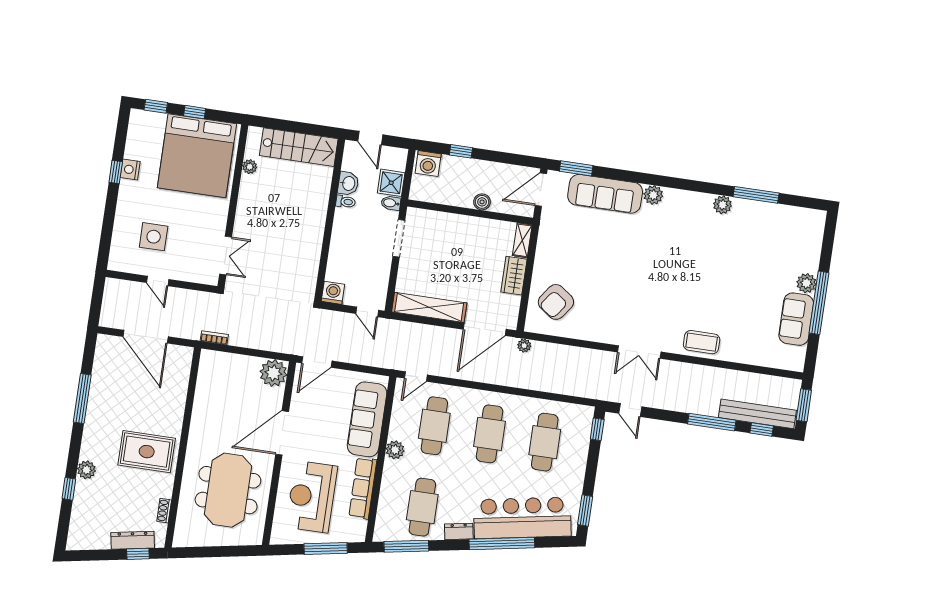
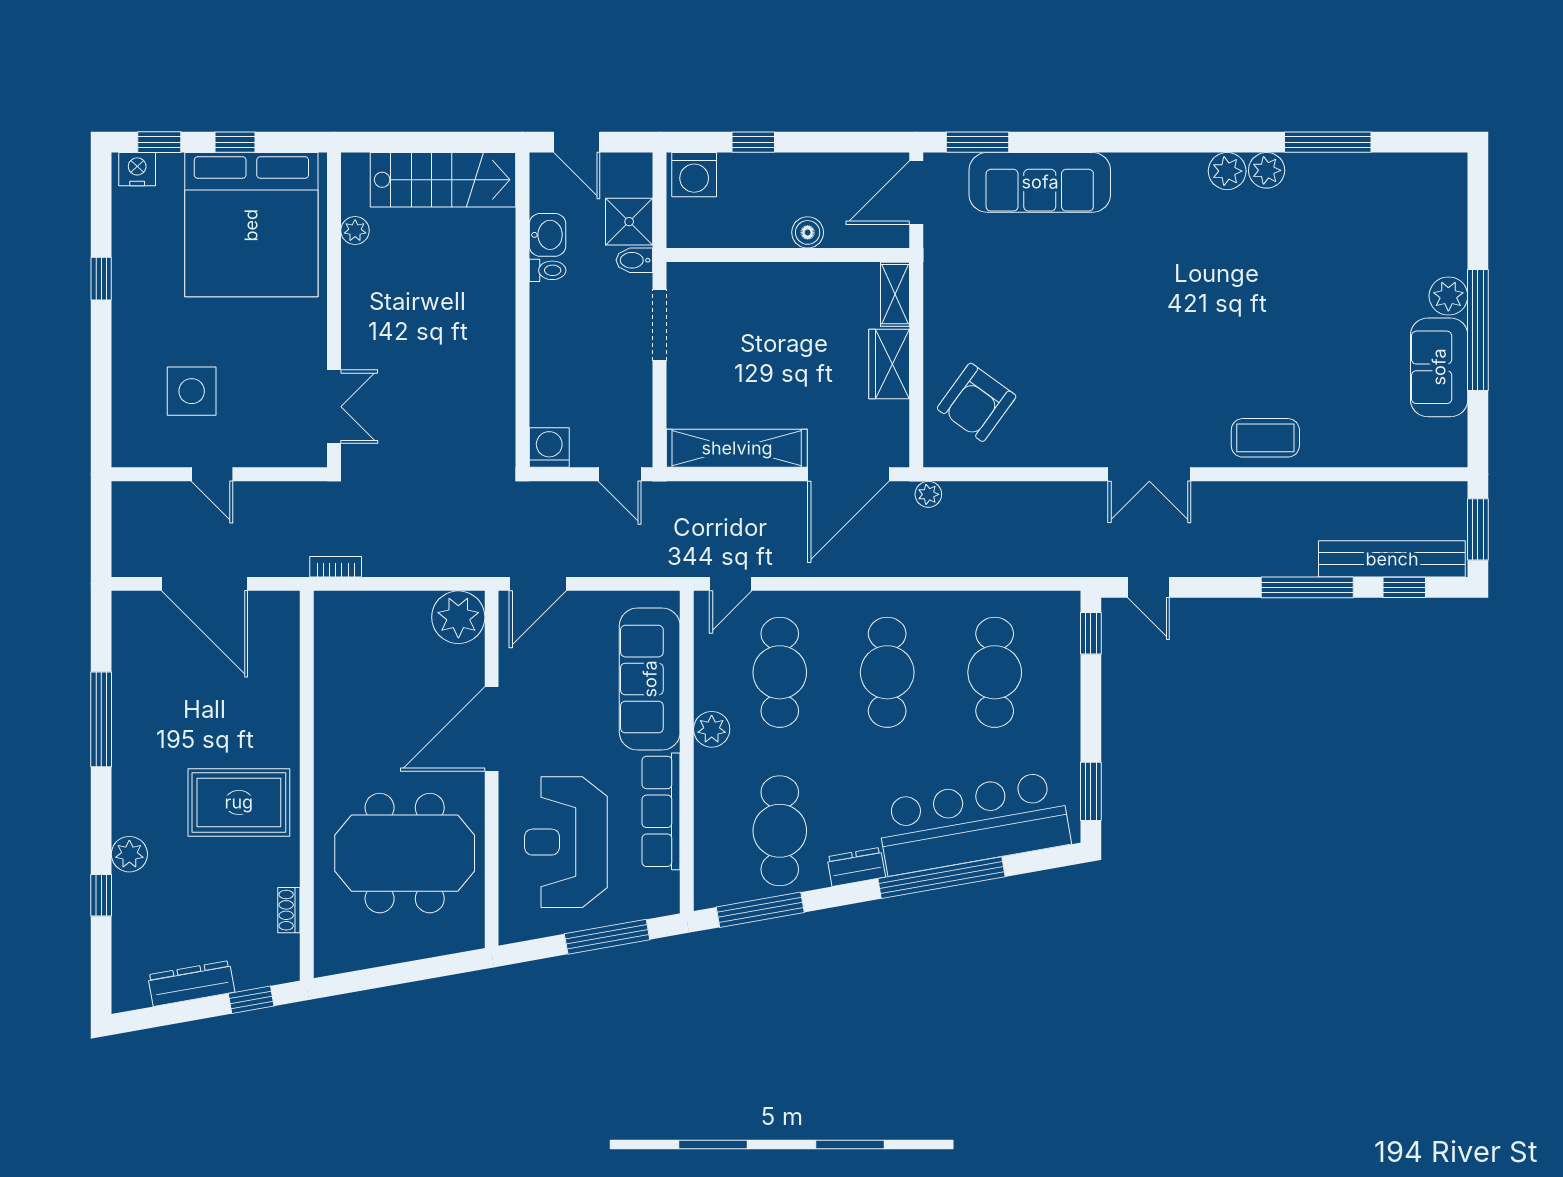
nightstand: (130, 169) -> (137, 169), moved, turned 90
plant: (653, 195) -> (1227, 171), moved
meeting table: (228, 490) -> (405, 853), turned 90
dresser: (133, 540) -> (191, 984), moved

